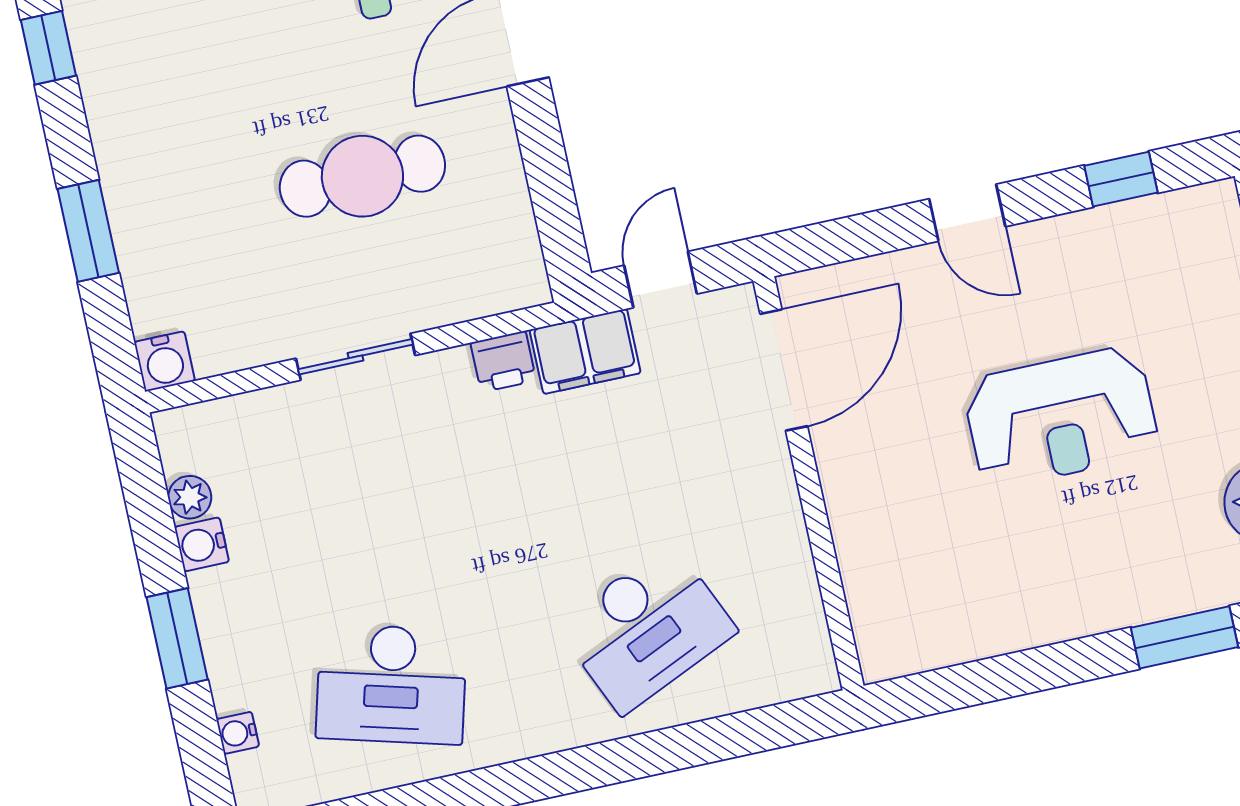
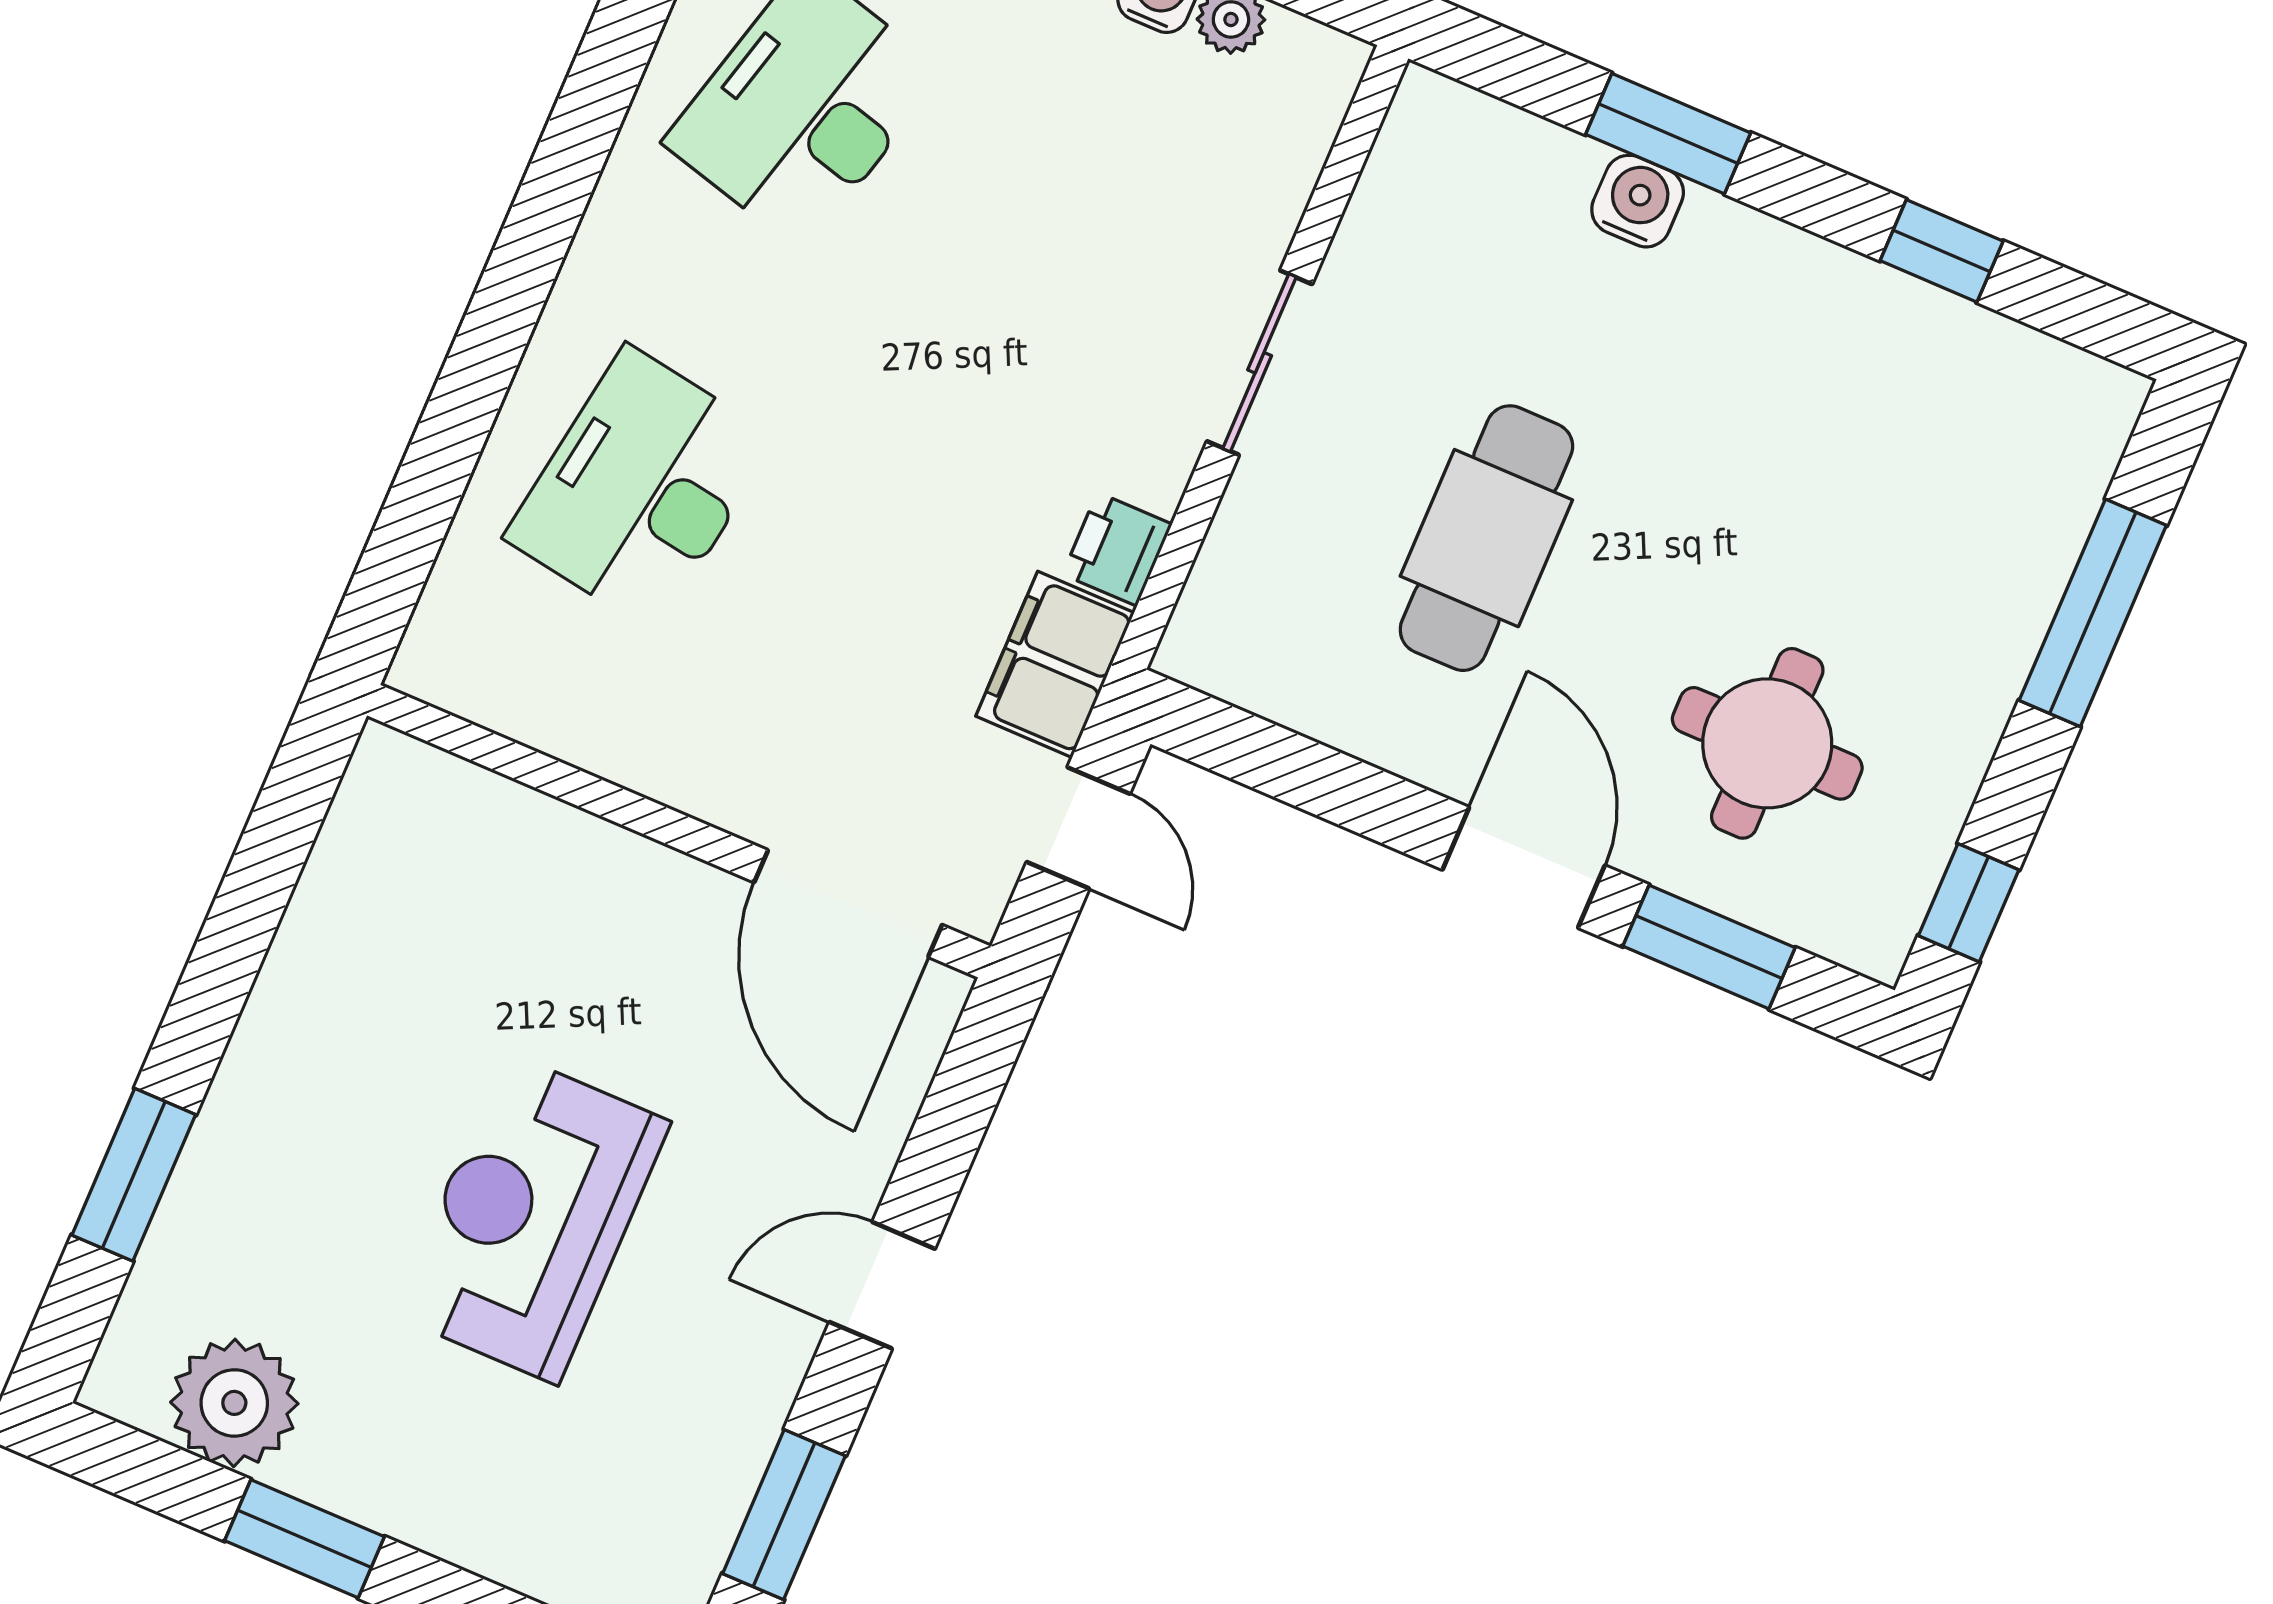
window: (1121, 179) -> (784, 1515), width x1.50
water cooler: (165, 361) -> (1638, 201), moved, turned 90
desk: (647, 629) -> (641, 488), turned 33

